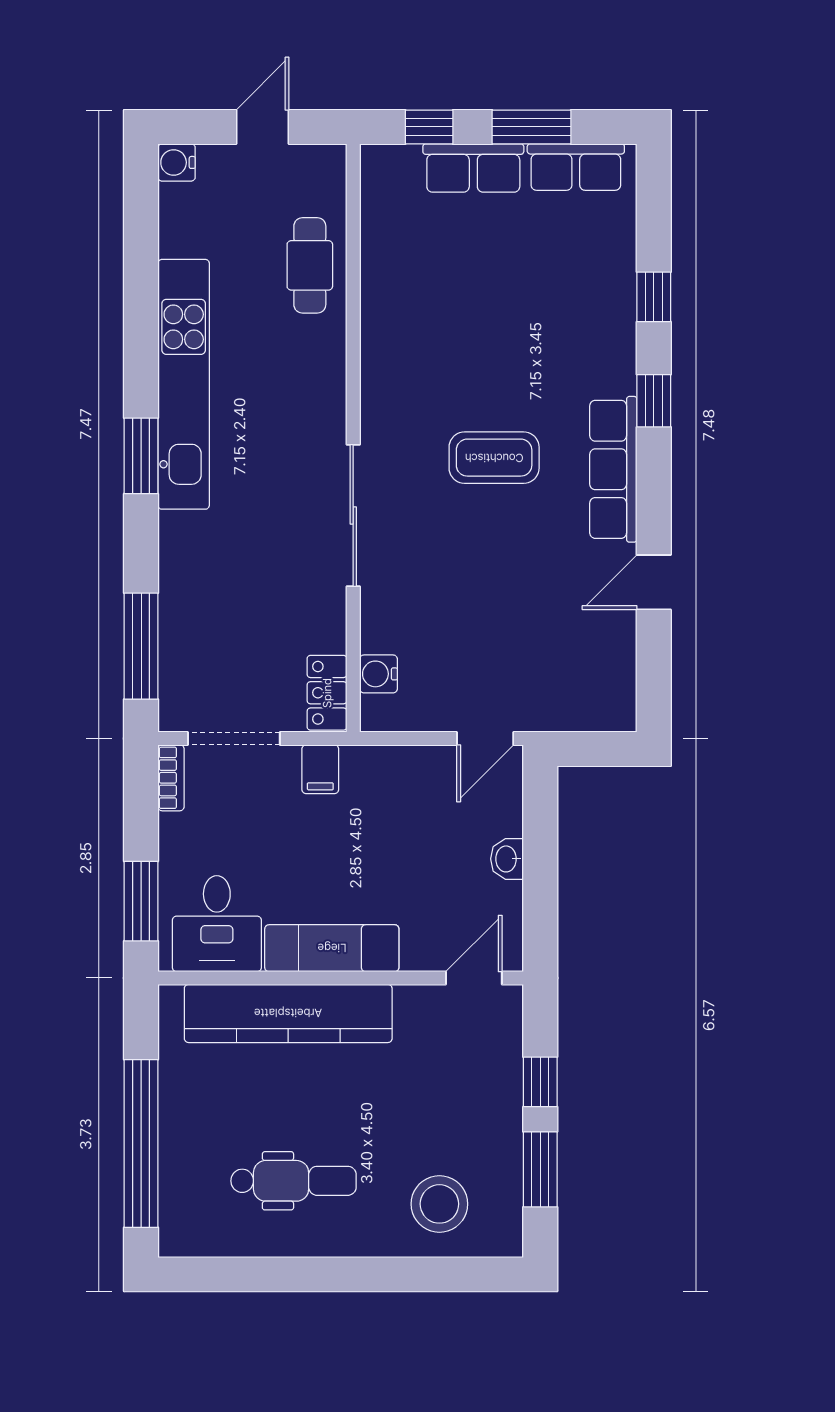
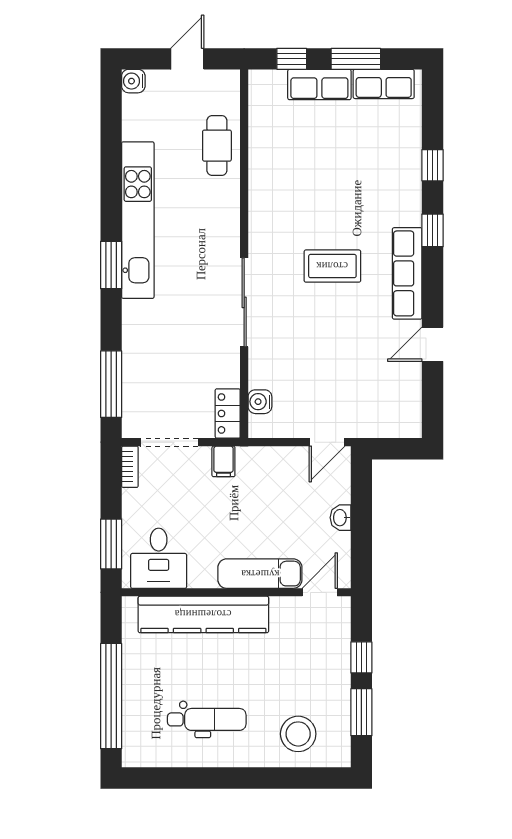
exam couch: (332, 948) -> (260, 574), moved

